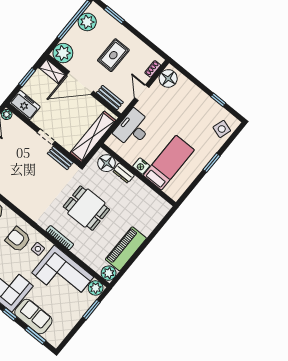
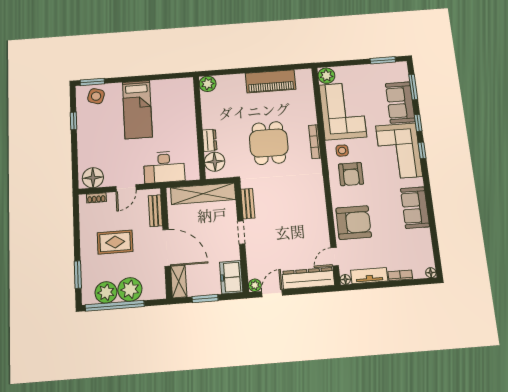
plant: (63, 53) -> (130, 289), moved
bed: (169, 163) -> (137, 110), moved, turned -90
window: (212, 163) -> (92, 82), moved
nightstand: (141, 166) -> (190, 132), removed
plant: (109, 273) -> (208, 84), moved
window: (91, 310) -> (383, 60), moved

